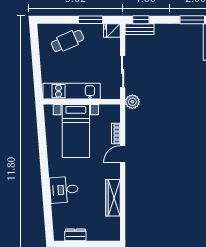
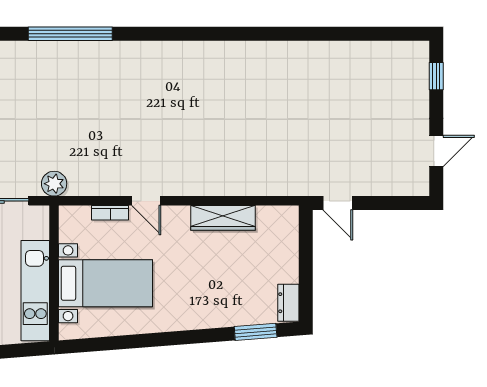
desk: (64, 190) -> (209, 304), removed
window: (48, 216) -> (256, 332), added
dresser: (75, 235) -> (288, 303), moved

